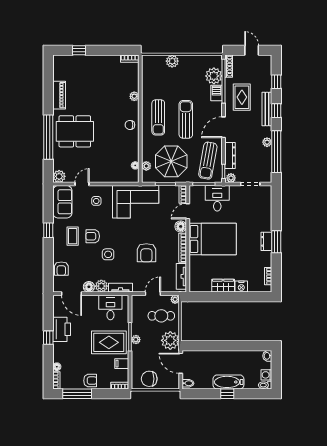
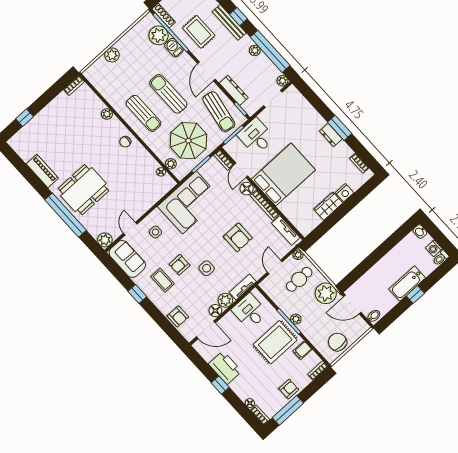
plant: (231, 178) -> (283, 81), moved
chair: (149, 379) -> (338, 342), turned 90

